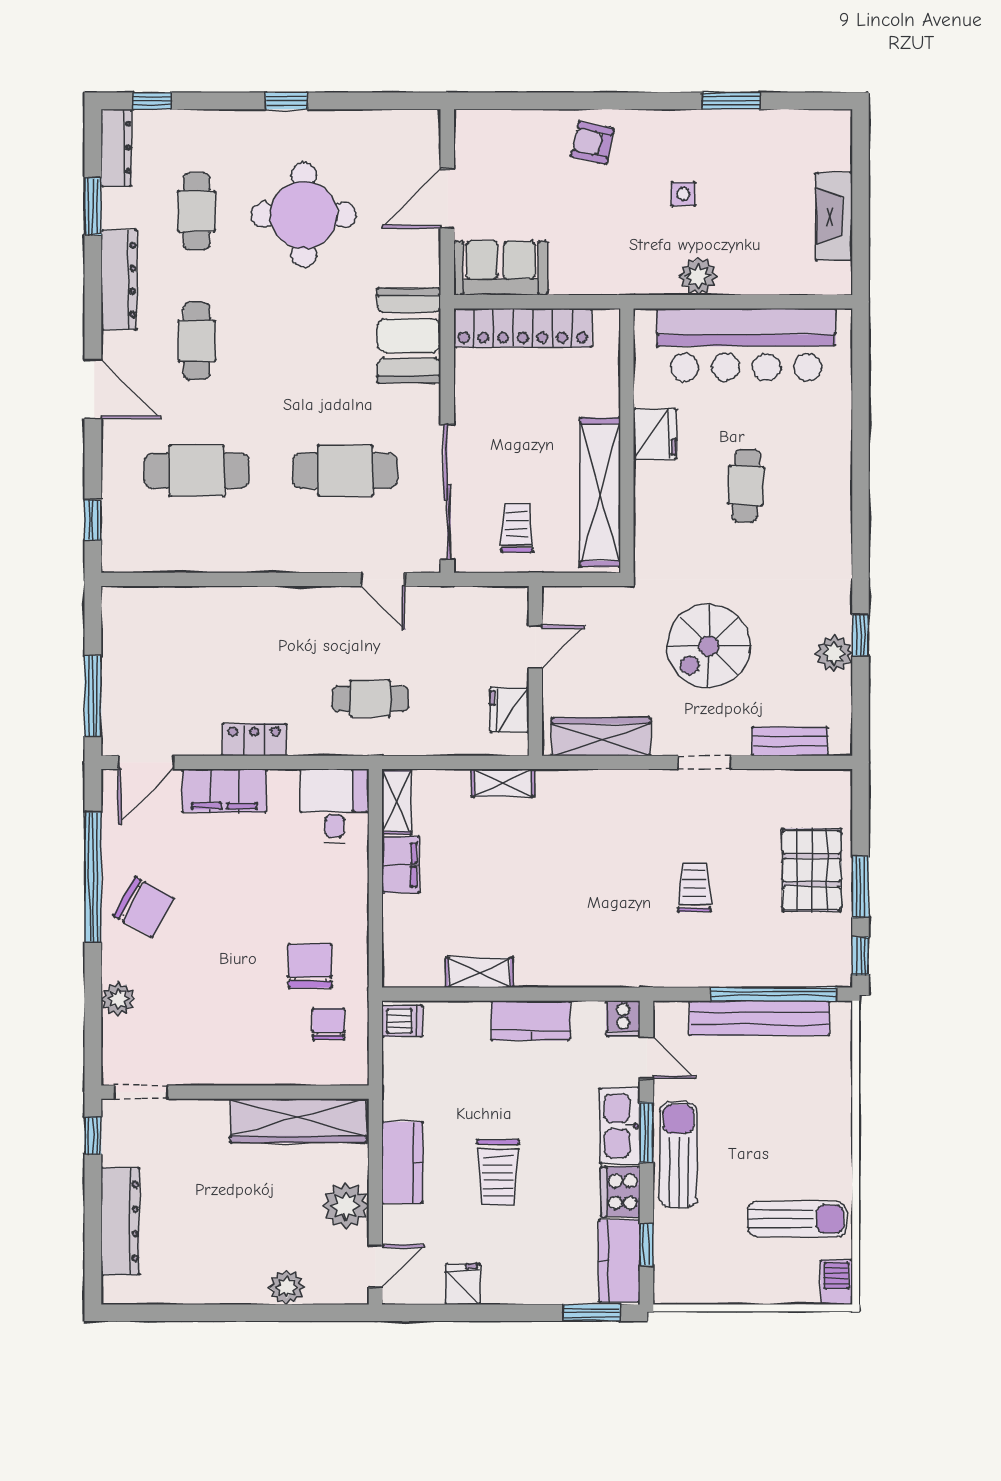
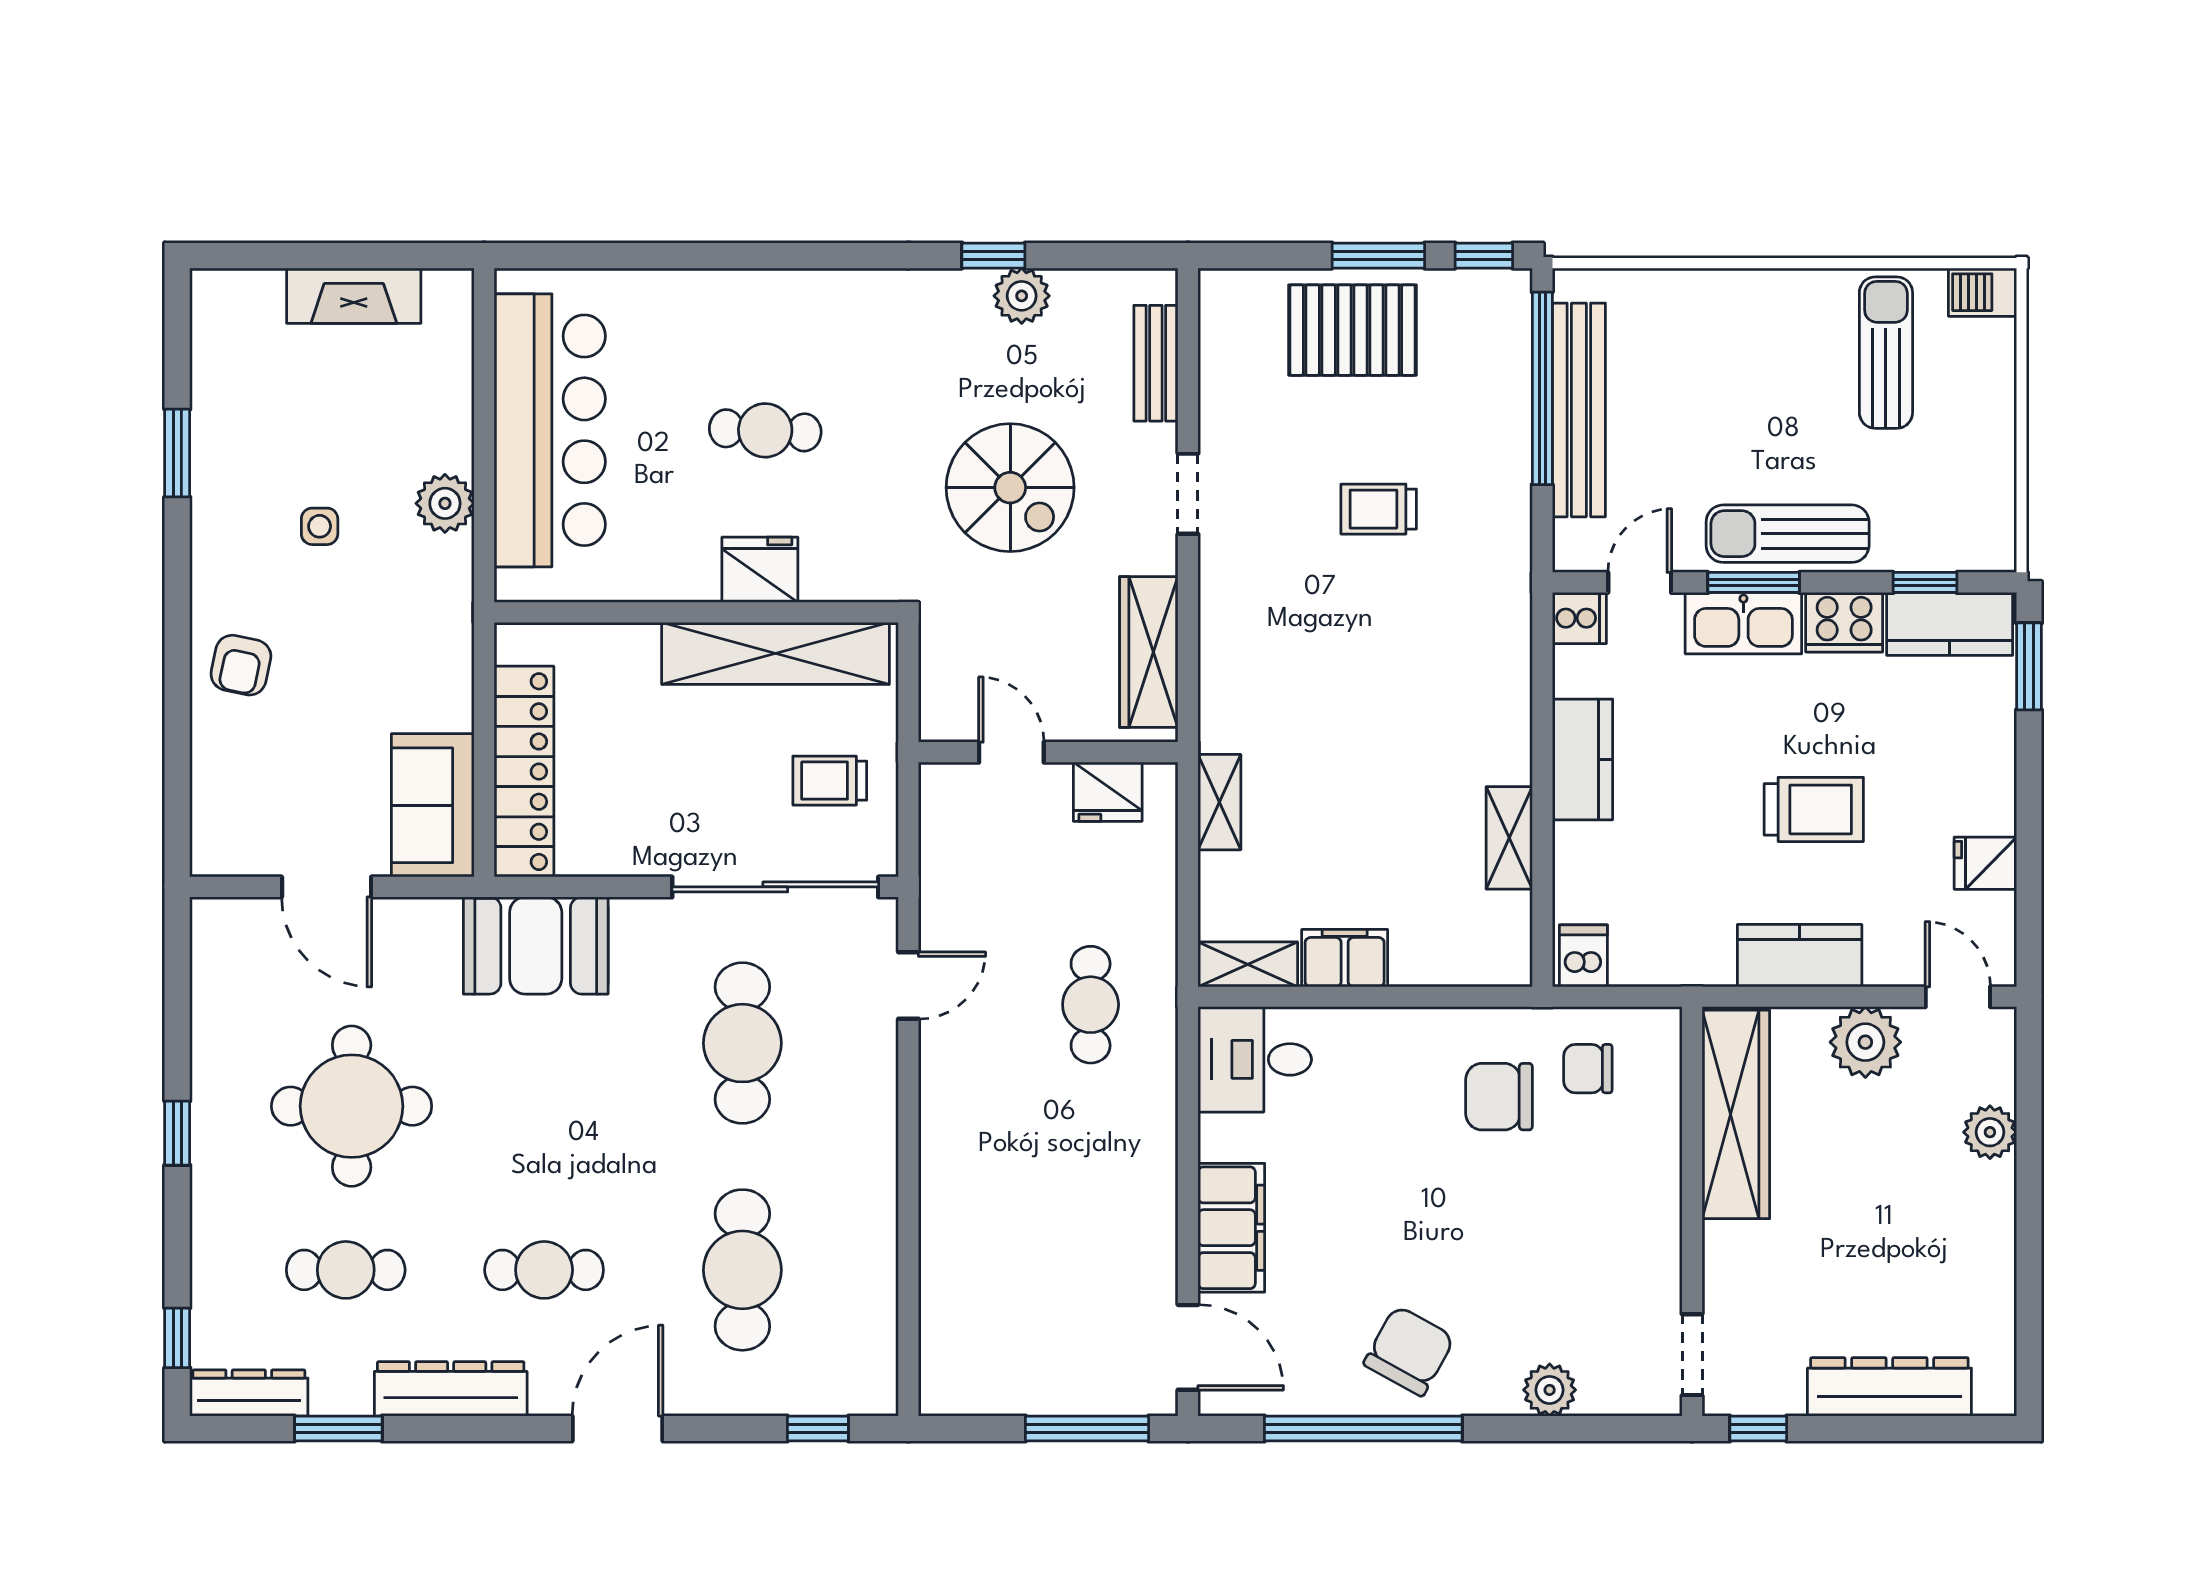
fridge: (655, 434) -> (760, 570), moved
locker: (254, 740) -> (1153, 1182), removed

